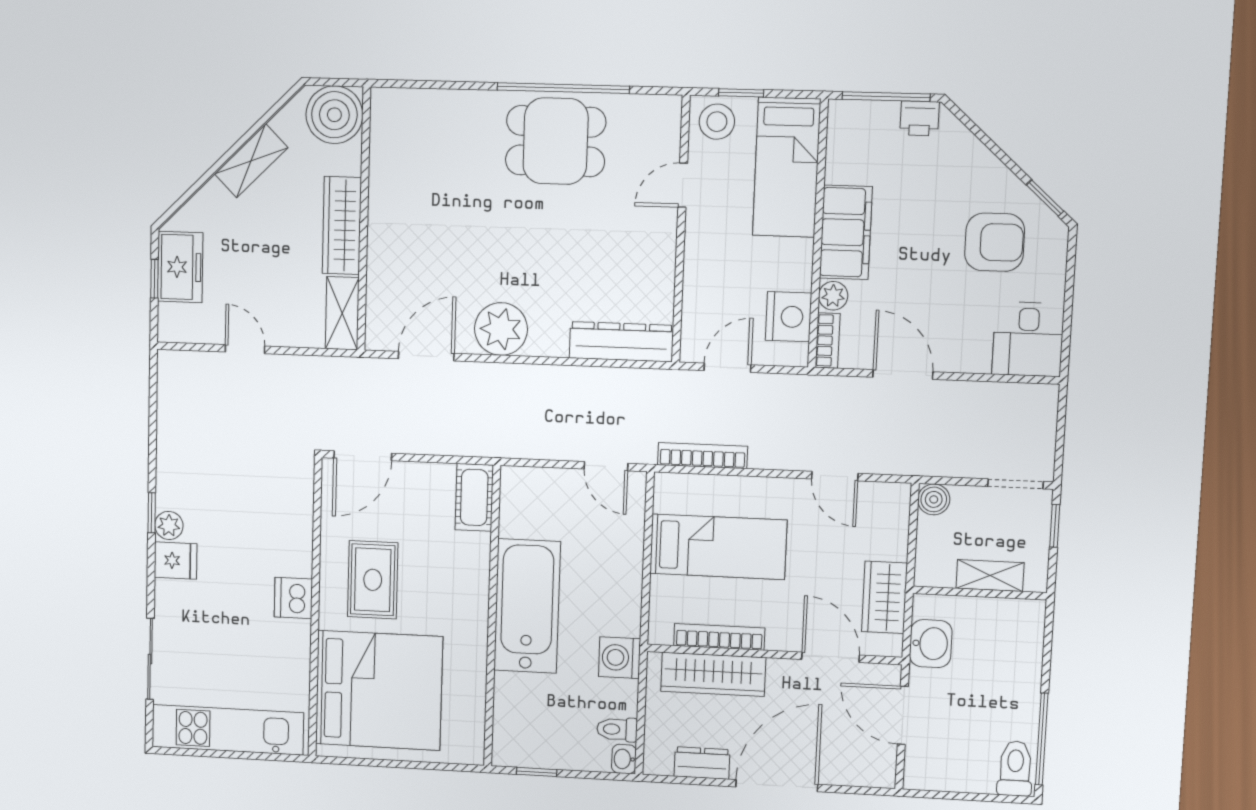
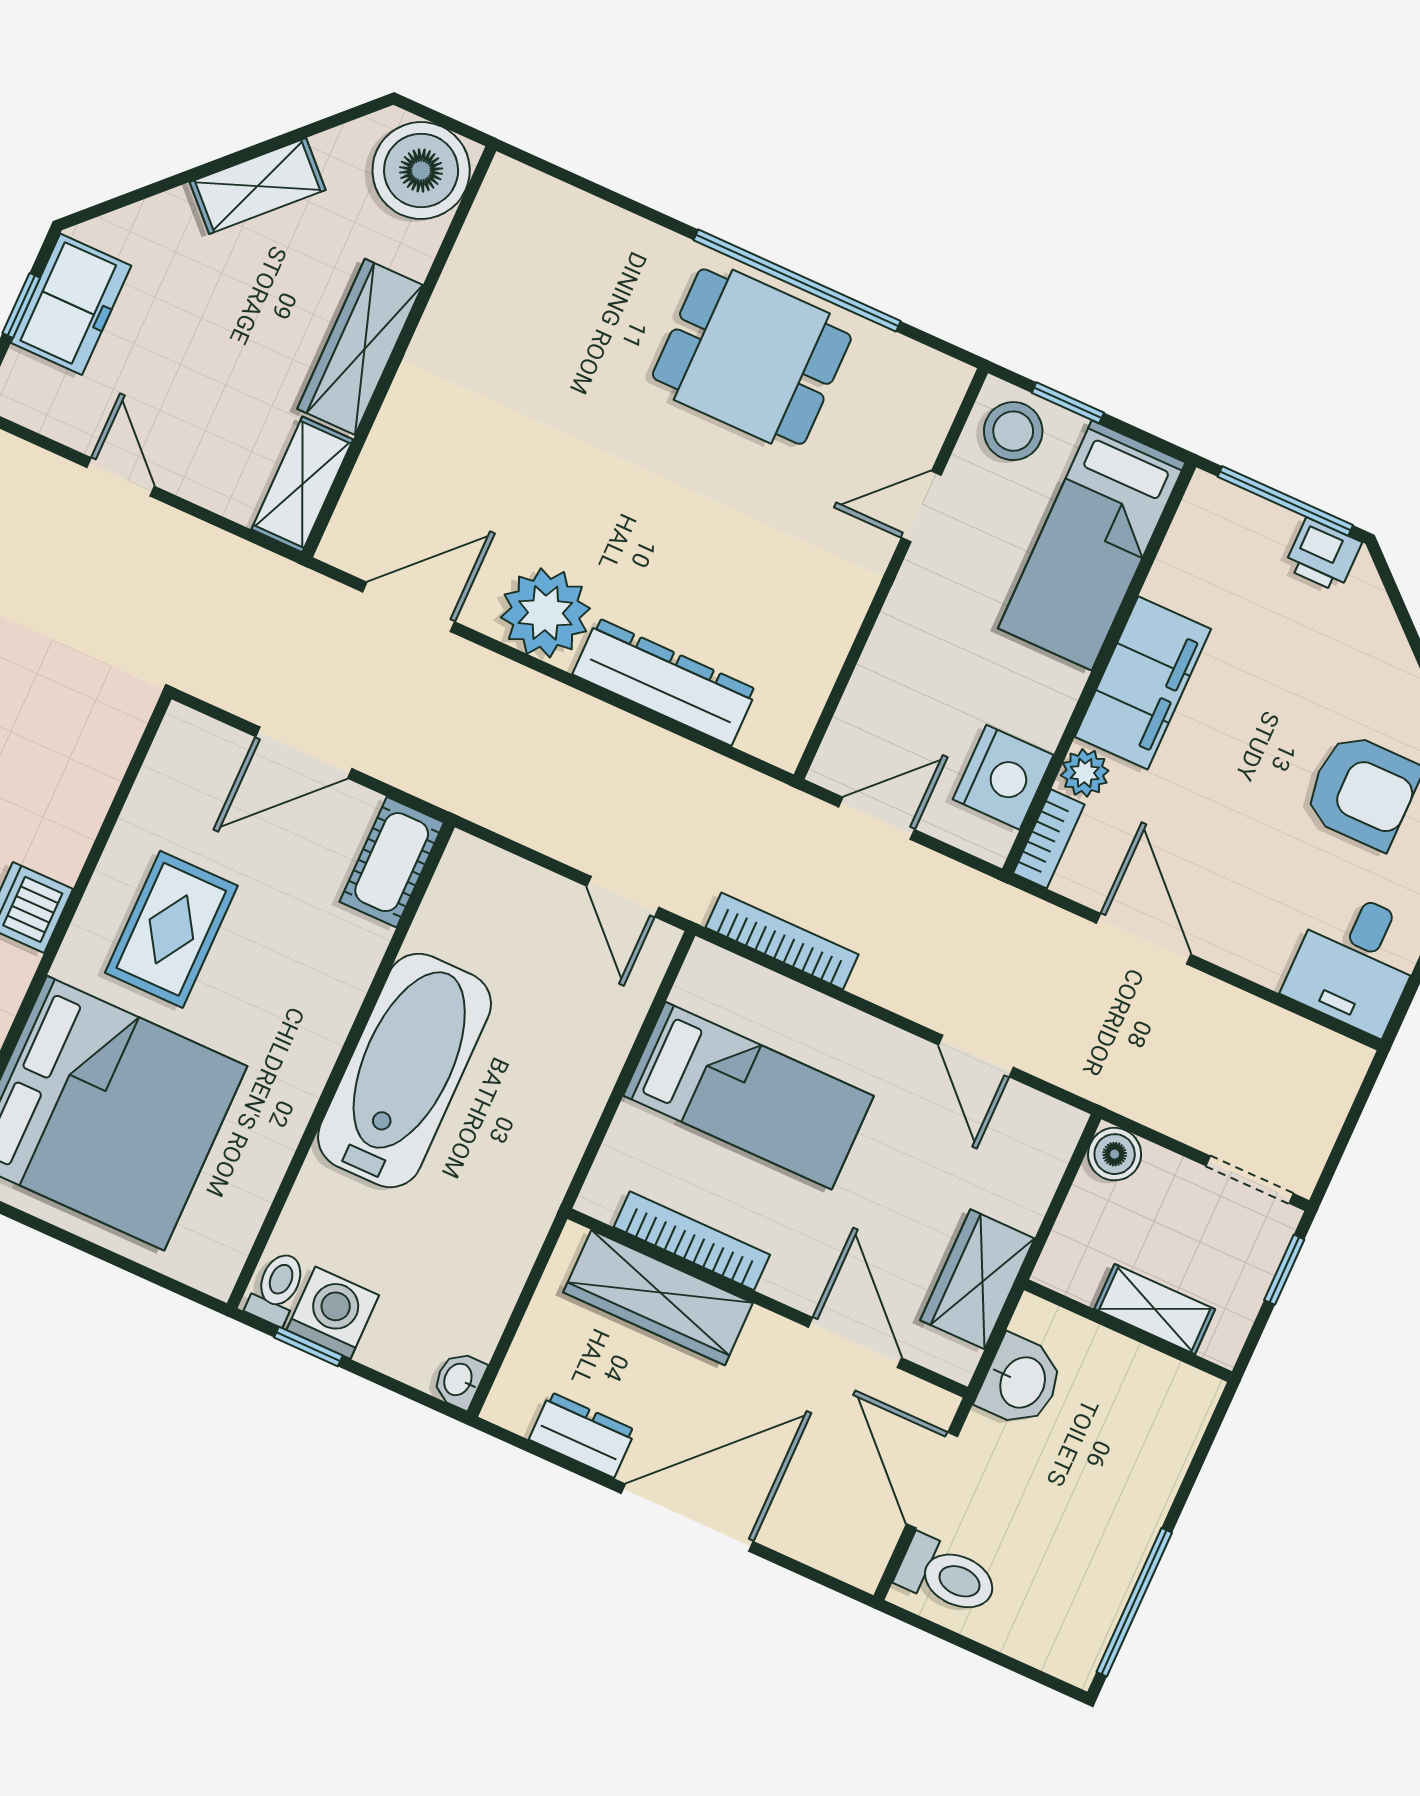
dresser: (621, 342) -> (665, 682), moved
door: (363, 456) -> (304, 753), moved
washing machine: (620, 658) -> (333, 1313), moved, turned 90
toilet: (617, 729) -> (277, 1288), moved, turned 90
toilet: (1015, 768) -> (947, 1576), moved, turned 90

